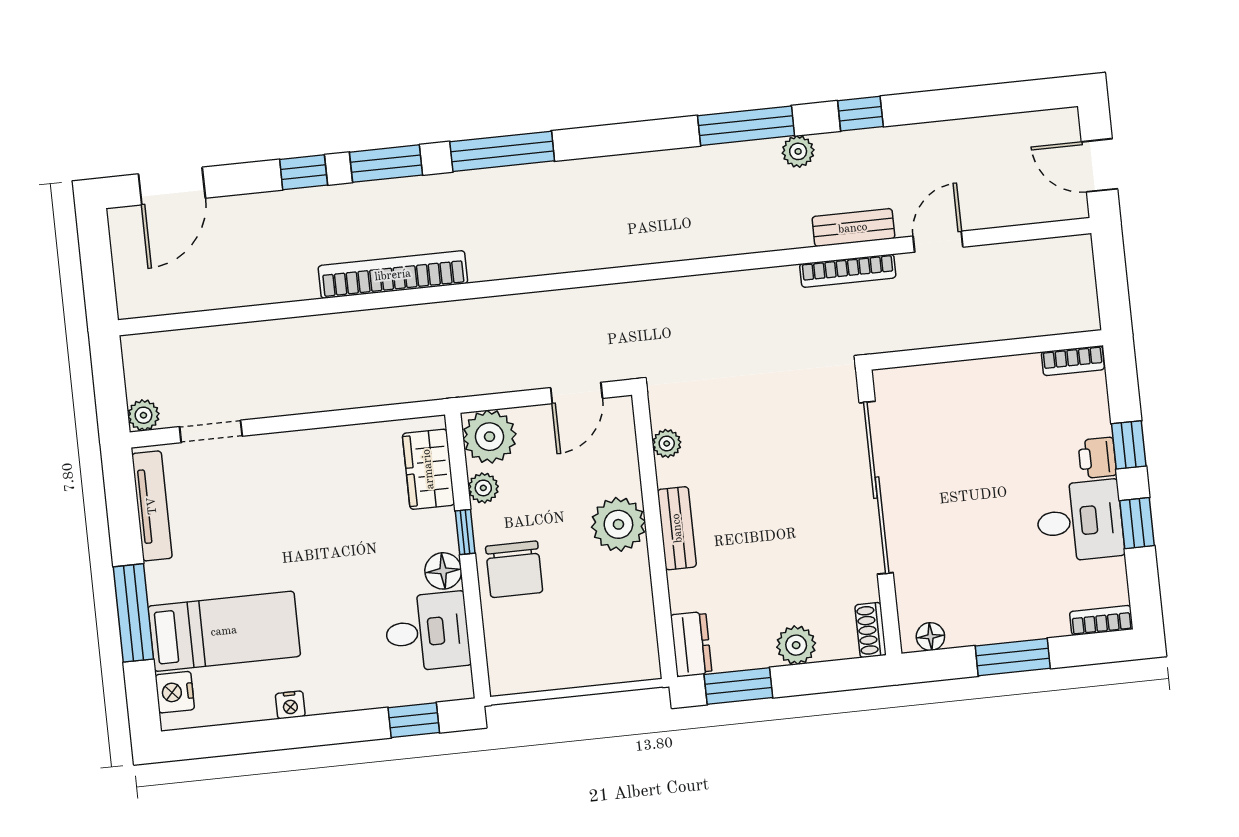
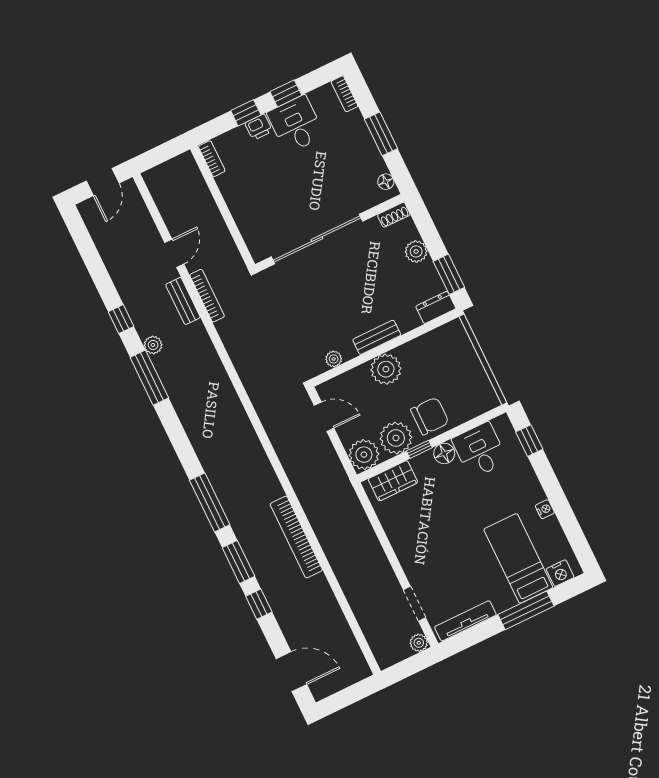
door: (938, 242) -> (174, 253), swing flipped
plant: (483, 488) -> (396, 438), width x1.88, depth x1.88

